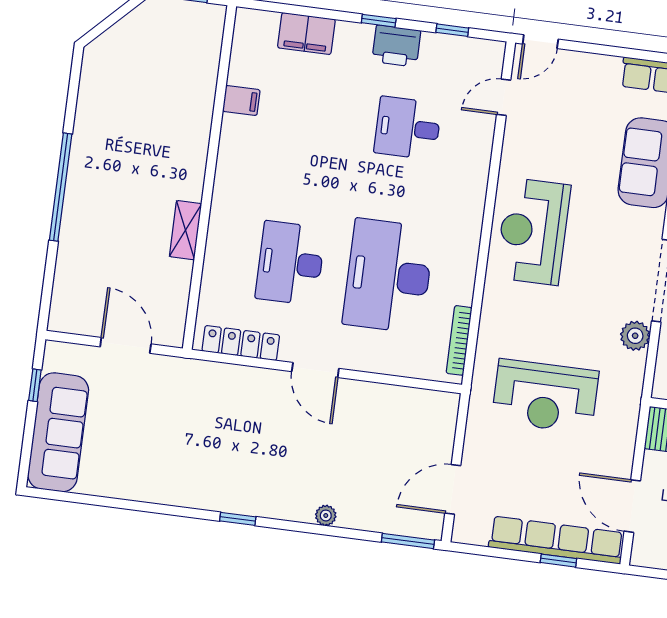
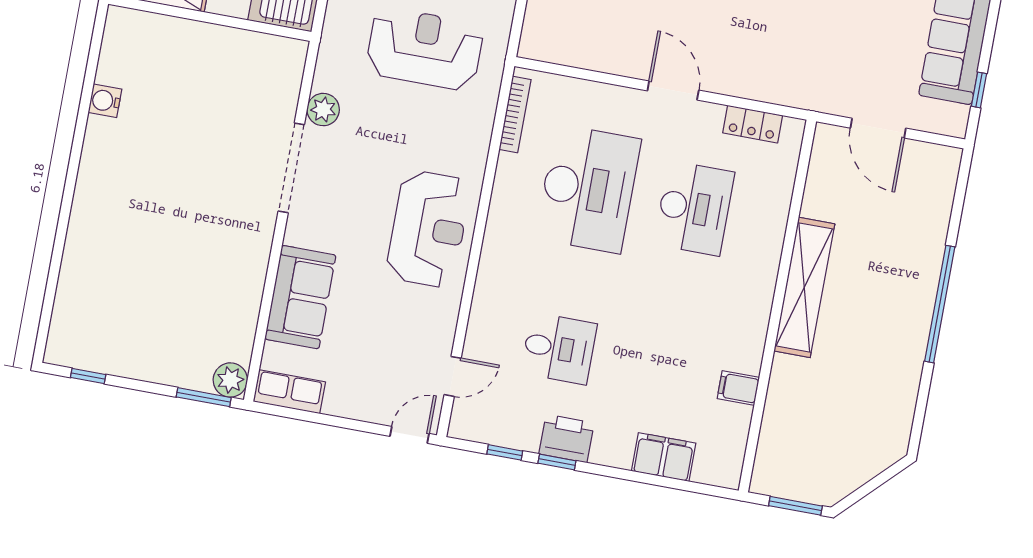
window: (379, 21) -> (557, 462), moved
shelving: (185, 230) -> (804, 287), width x2.20, depth x1.33
locker: (241, 343) -> (753, 124), width x0.66

